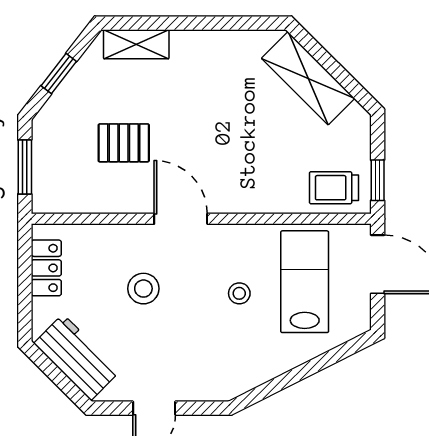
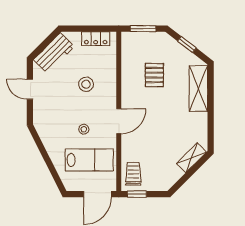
shelving: (136, 44) -> (198, 89), width x1.50, depth x1.33
shelving: (308, 78) -> (191, 158), width x0.67, depth x0.75
door: (181, 219) -> (119, 121), moved

